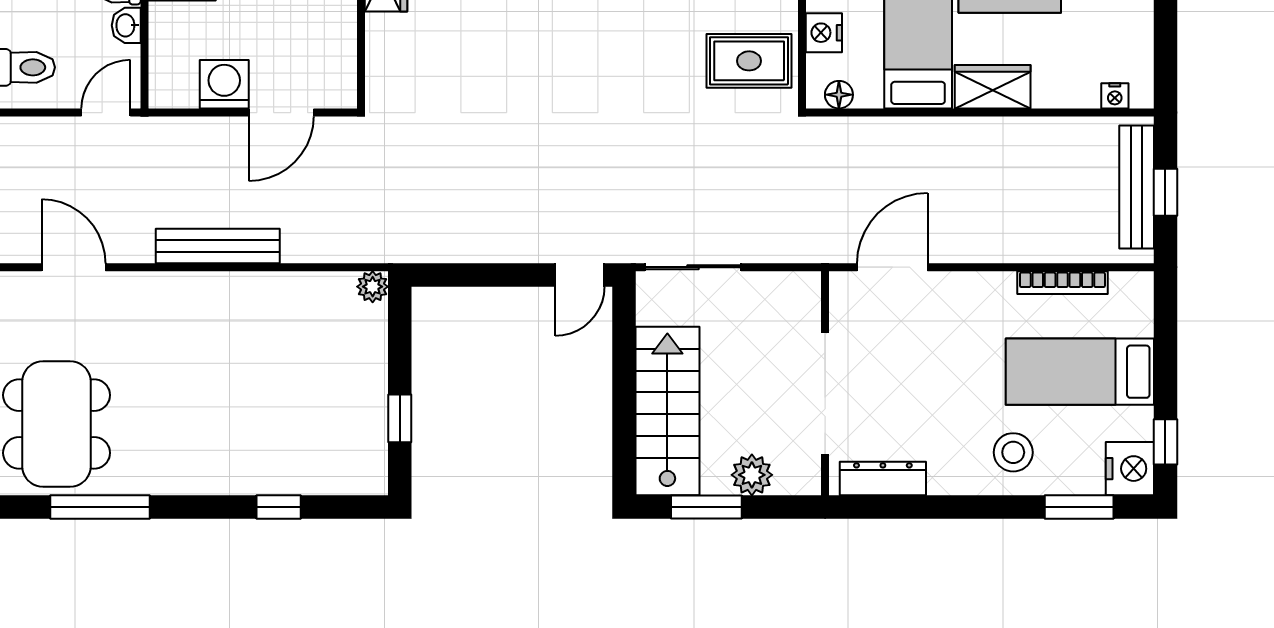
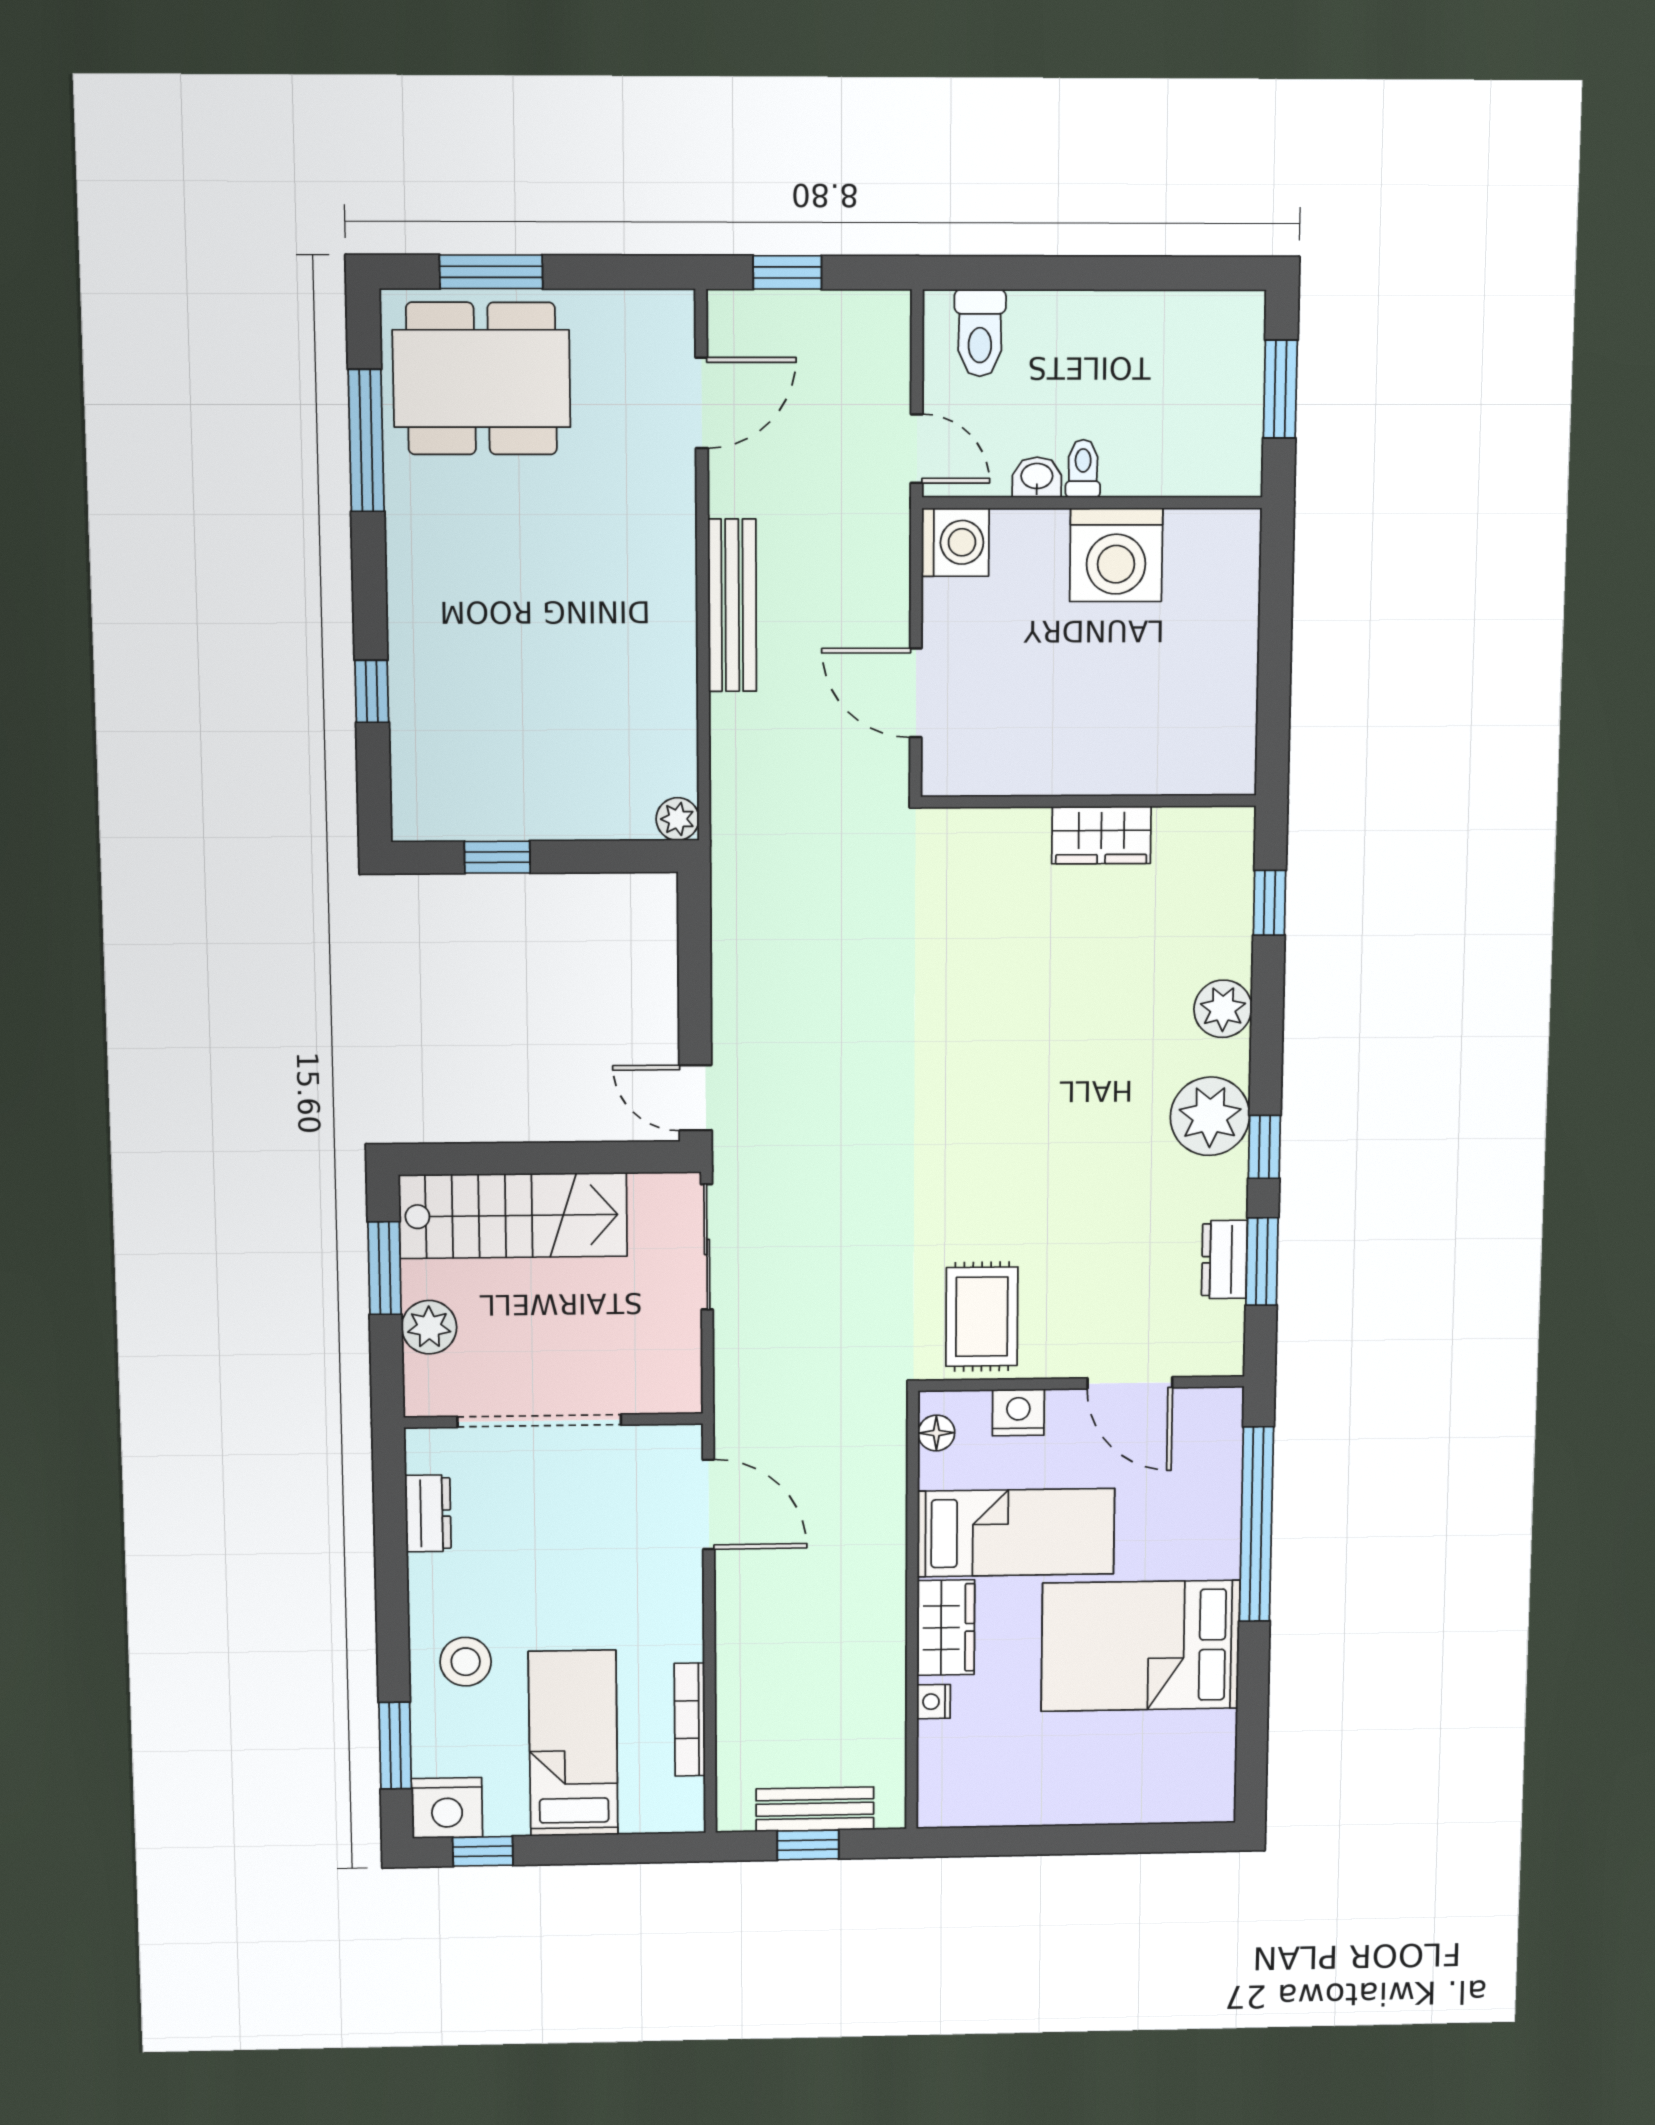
washing machine: (224, 84) -> (955, 542), moved
nightstand: (1115, 96) -> (934, 1702), moved
bench: (1137, 187) -> (815, 1809), width x0.73
dresser: (883, 479) -> (428, 1513), width x0.70

